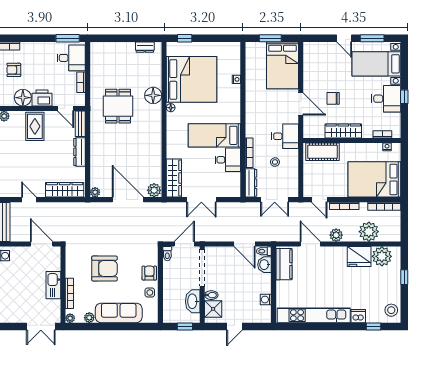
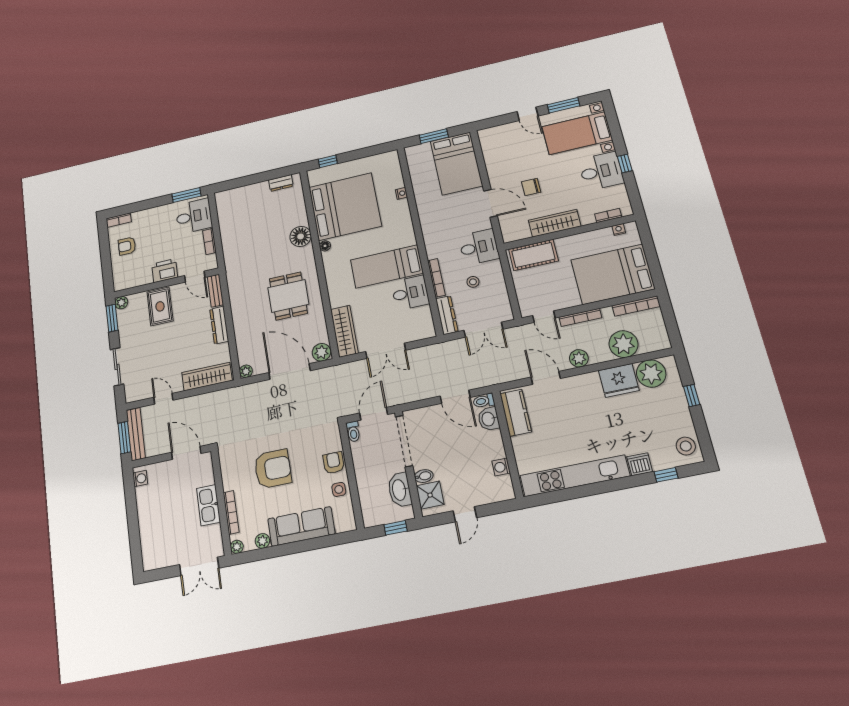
floor lamp: (23, 98) -> (141, 276), removed
dining table: (118, 106) -> (288, 296), moved

